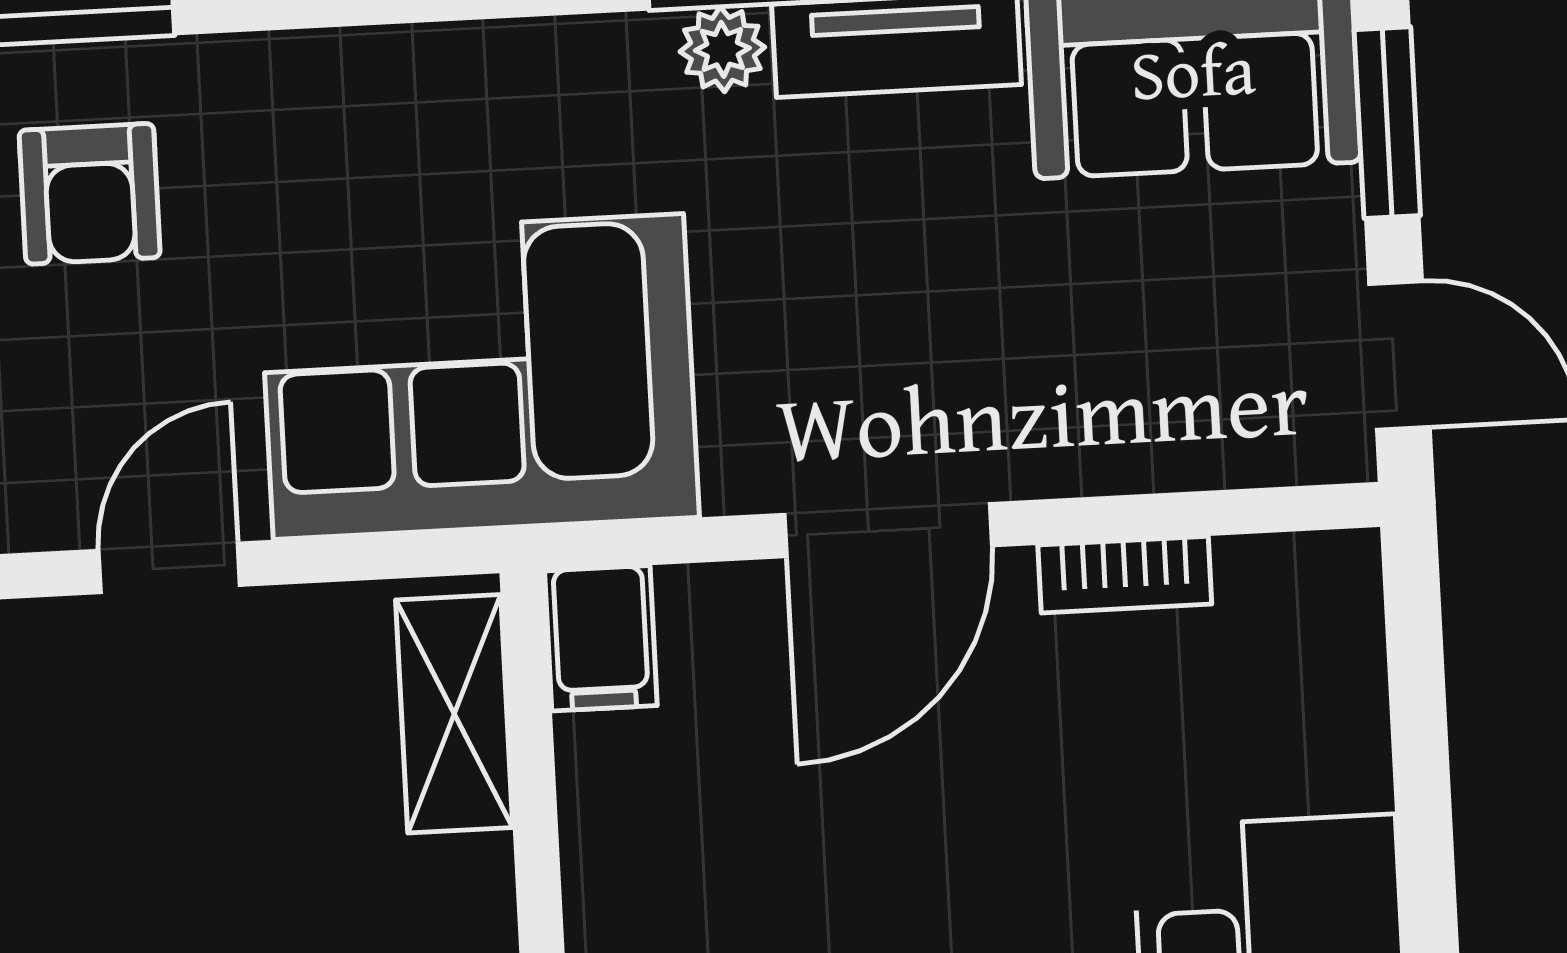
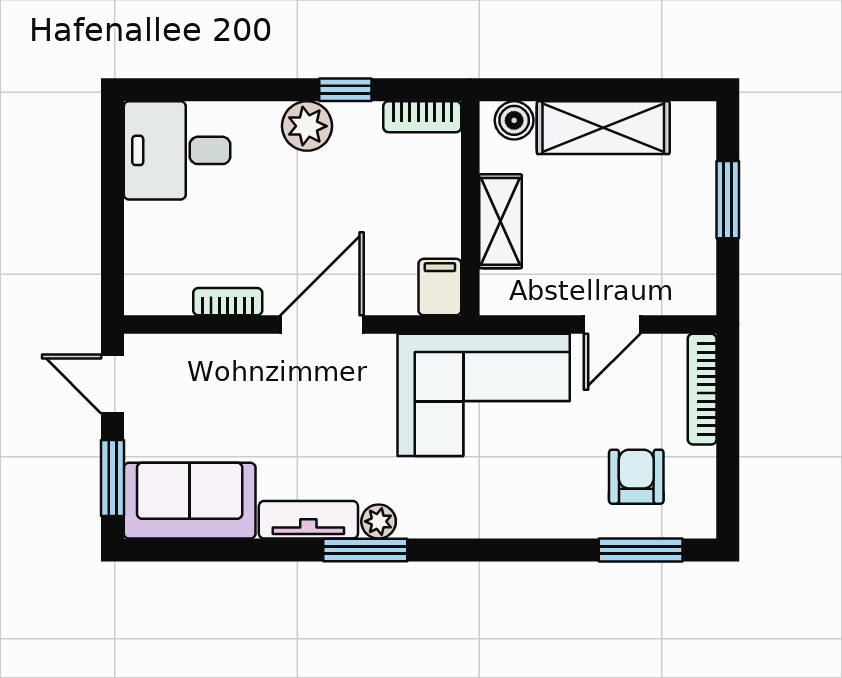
shelving: (454, 714) -> (501, 221), moved

